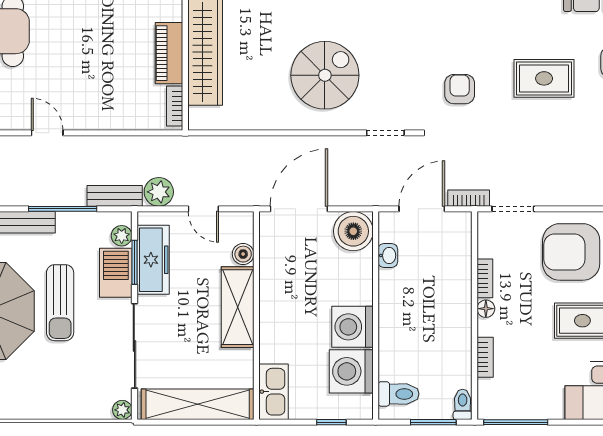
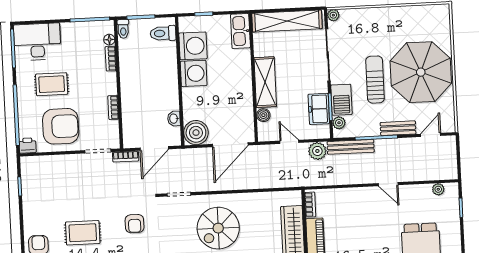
bench: (115, 196) -> (351, 147), width x1.36
freezer: (153, 260) -> (319, 109), width x0.71
floor lamp: (486, 309) -> (109, 40), moved

